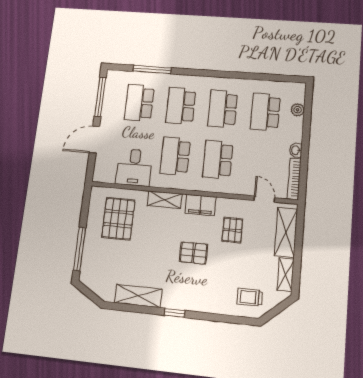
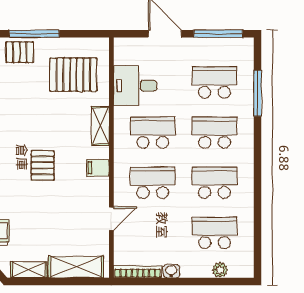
door: (264, 199) -> (111, 219), moved
filing cabinet: (200, 205) -> (98, 168), width x0.50
pallet: (232, 230) -> (20, 52), moved

